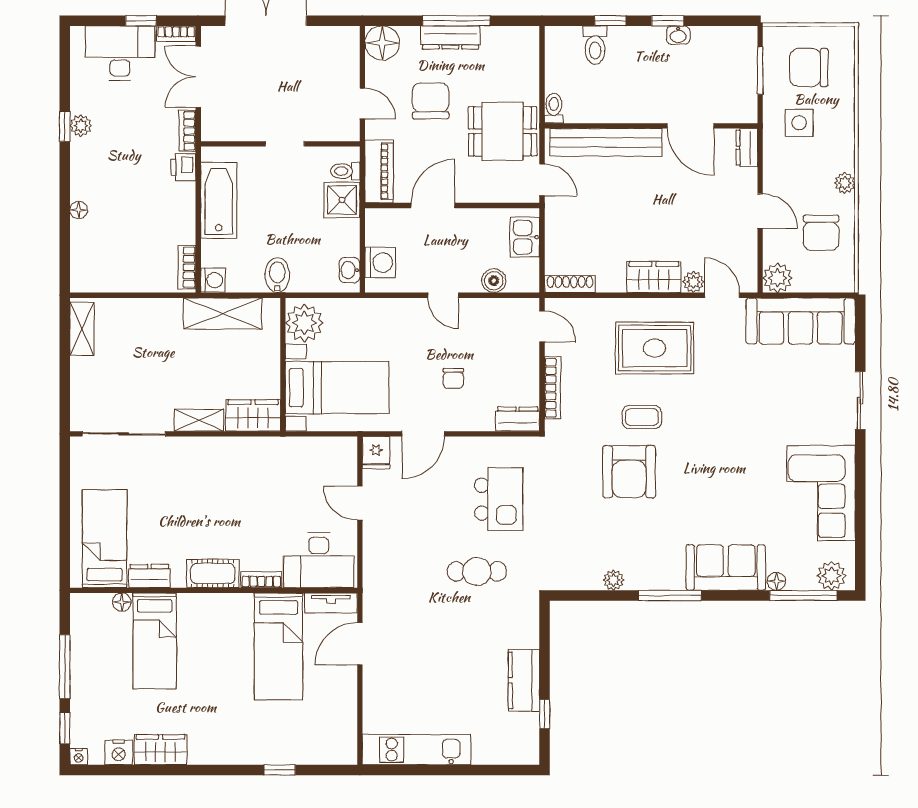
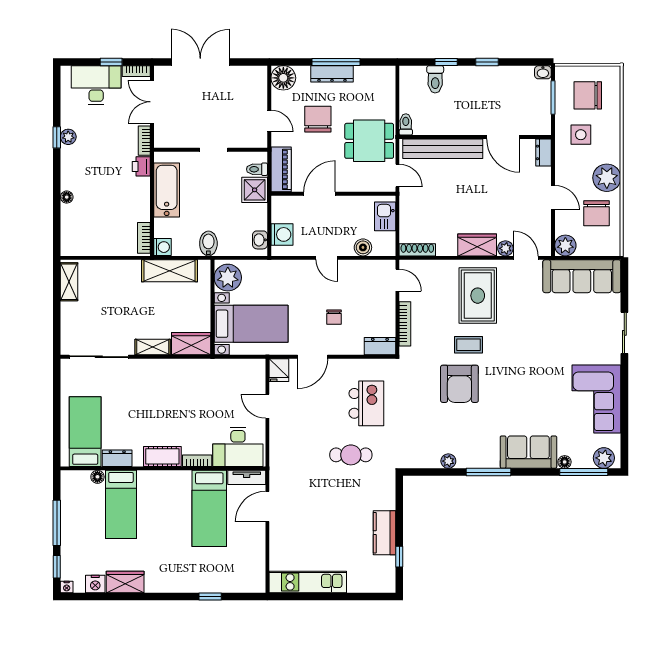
washbasin: (678, 35) -> (543, 72), moved
plant: (845, 183) -> (607, 178), width x1.87, depth x1.87
rug: (655, 348) -> (478, 296), turned 90

